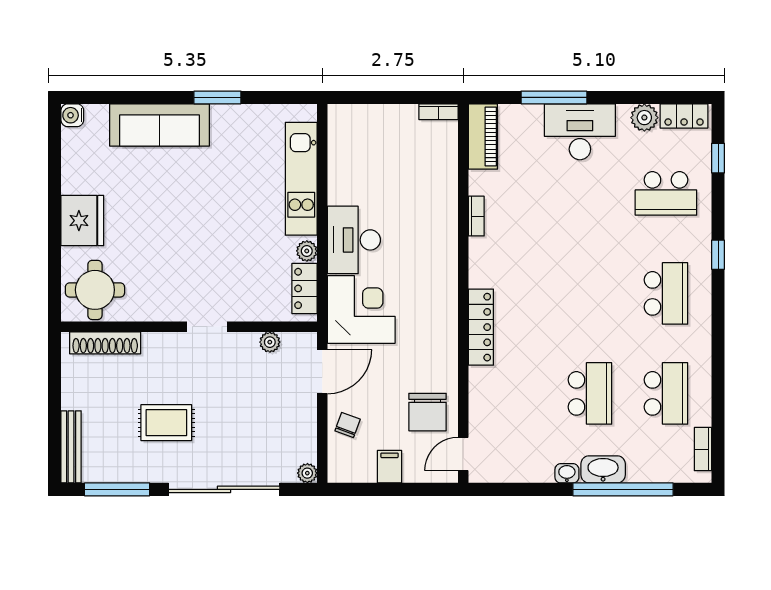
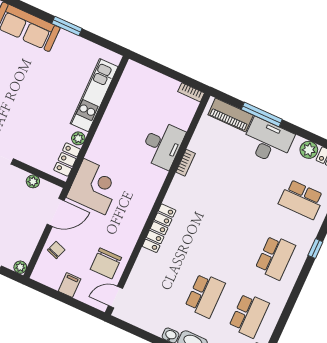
piano: (483, 137) -> (231, 115), moved, turned 90
desk: (354, 240) -> (163, 145), moved, turned 180

